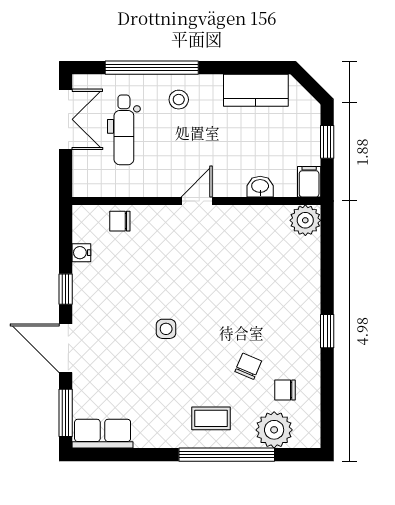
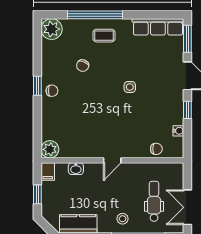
chair: (285, 390) -> (52, 91), moved
plant: (274, 430) -> (52, 29), moved
row of seats: (103, 434) -> (158, 27), width x1.48

